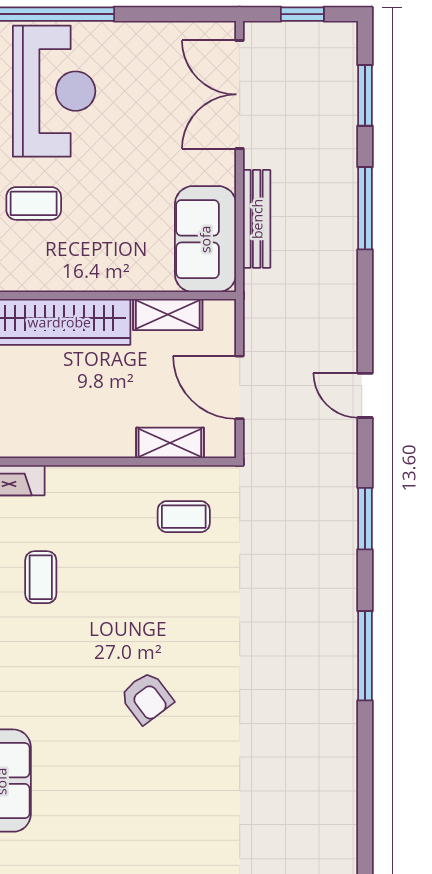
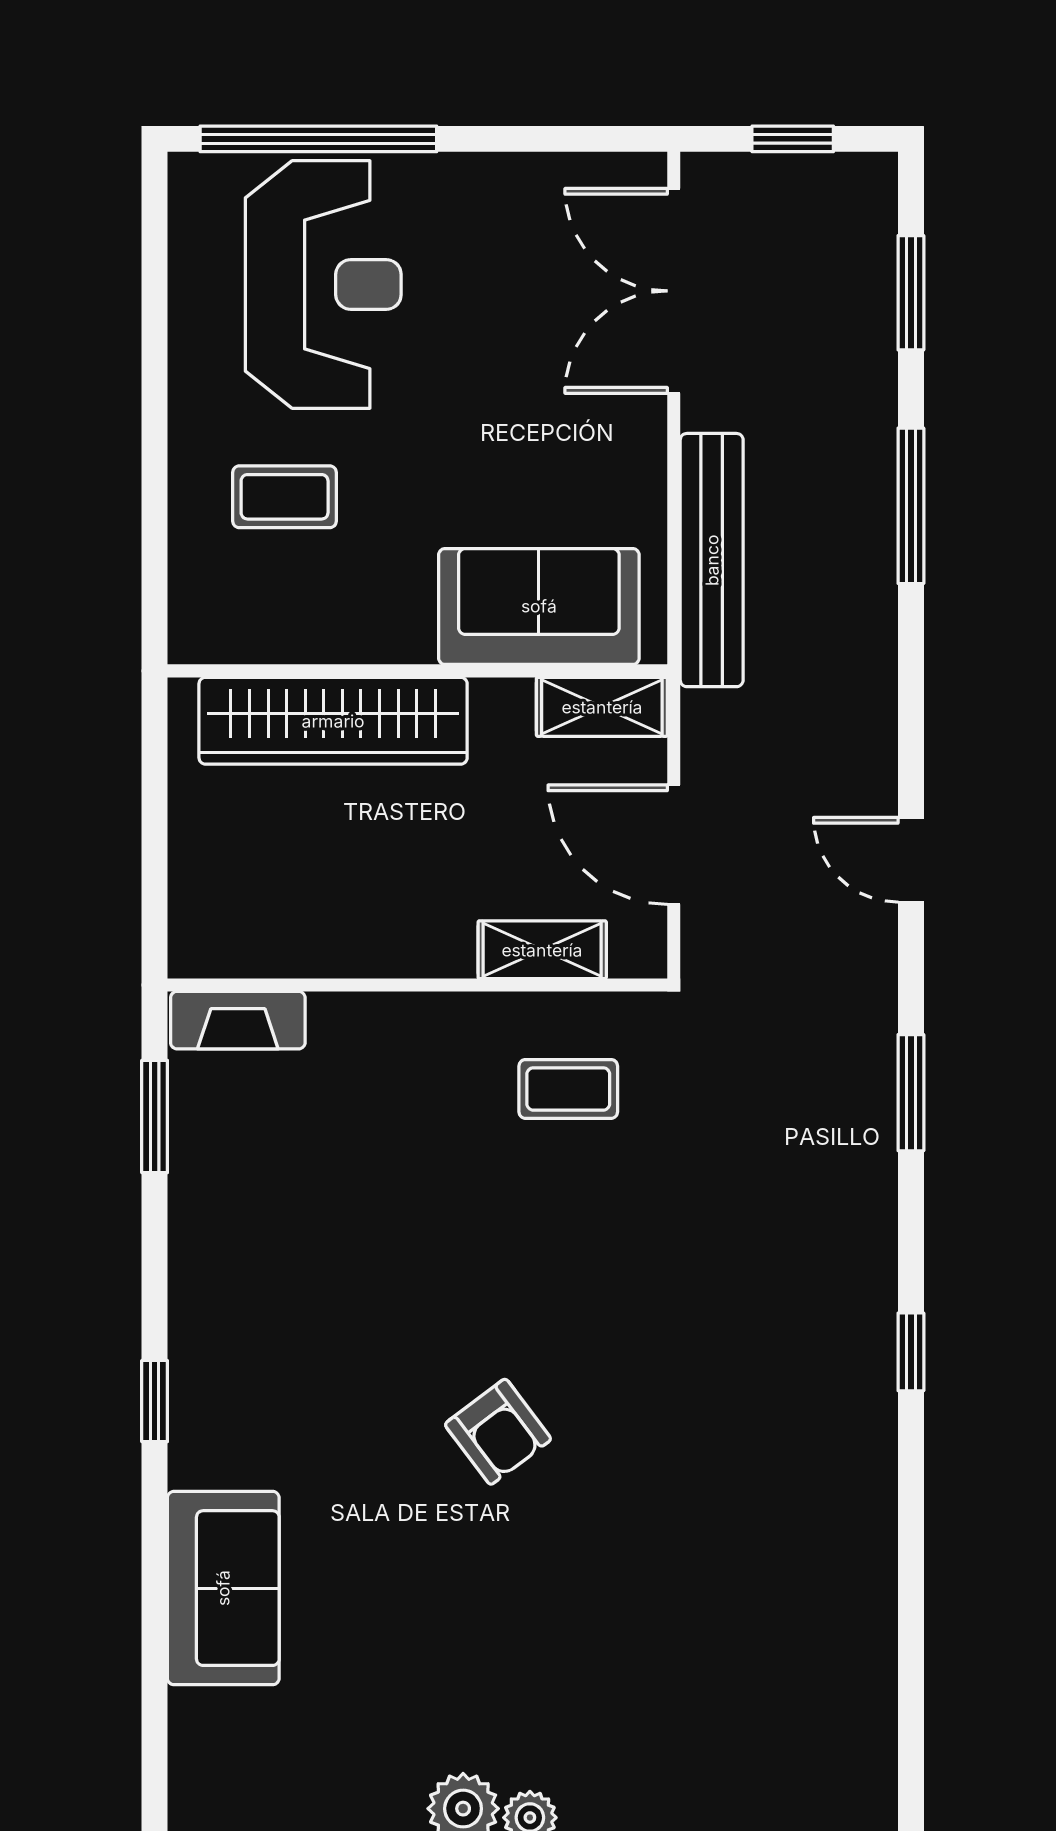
bench: (257, 219) -> (712, 560), width x1.37, depth x1.21
sofa: (205, 239) -> (539, 606), moved, turned 90
shelving: (168, 314) -> (602, 707), moved
coffee table: (41, 577) -> (298, 1203), removed
window: (365, 656) -> (911, 1352), width x0.46

